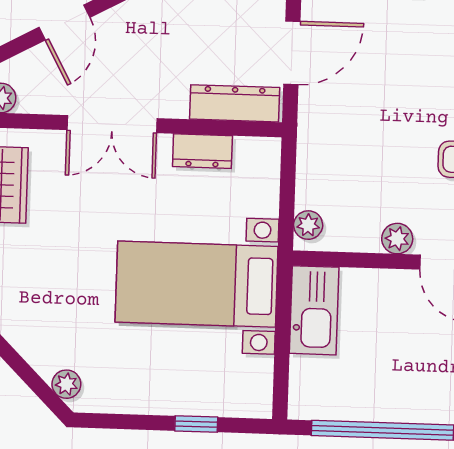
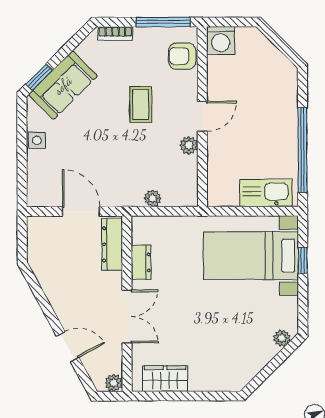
plant: (308, 225) -> (153, 198), moved
bed with nightstands: (197, 284) -> (251, 256), moved, turned 90
kitchen sink: (314, 310) -> (266, 193), moved

